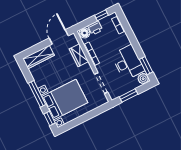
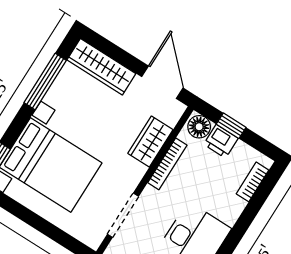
window: (102, 15) -> (231, 126), moved
door: (59, 37) -> (162, 82), hinge flipped
window: (37, 94) -> (45, 82), moved

